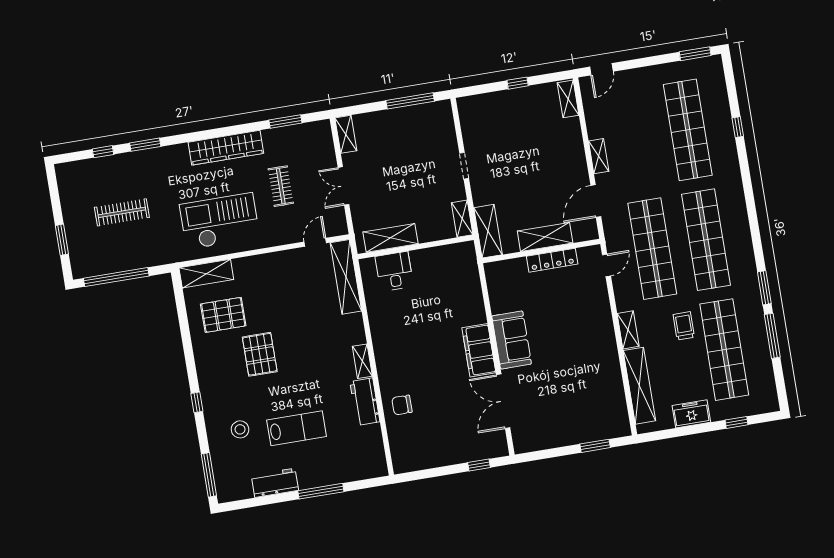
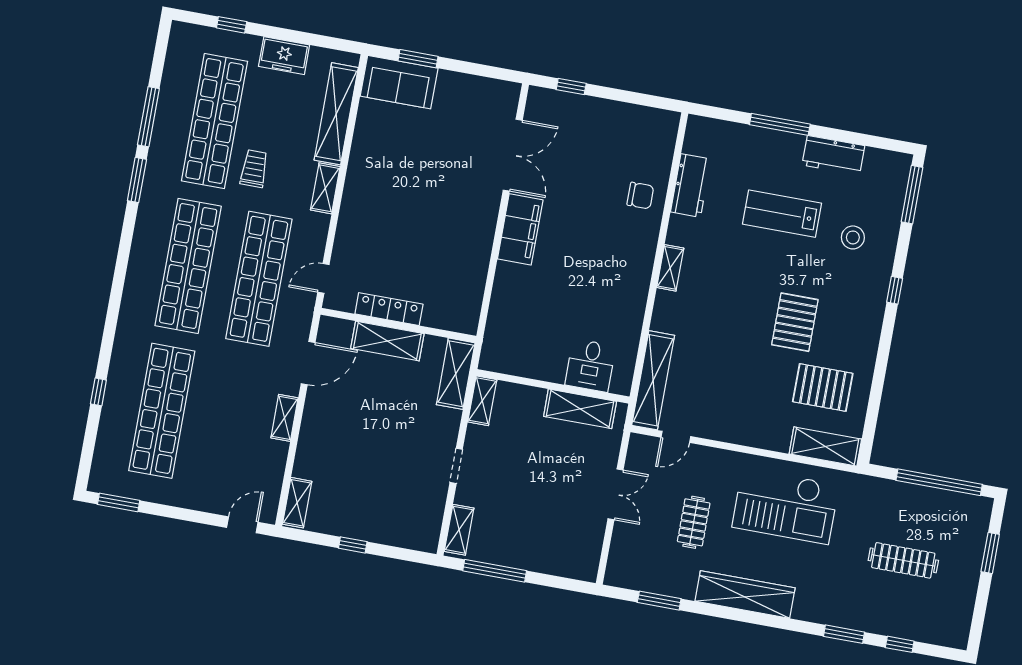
shelving: (346, 134) -> (459, 530), moved
trolley: (684, 326) -> (254, 169), turned 180
sofa: (512, 340) -> (399, 82), moved, turned -90
workbench: (365, 402) -> (691, 186), moved

